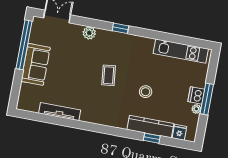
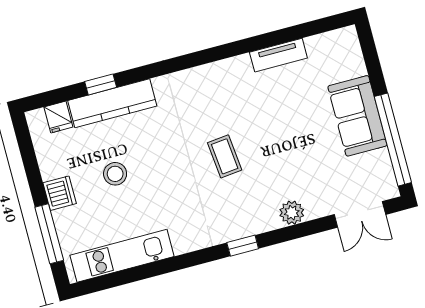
stool: (146, 92) -> (115, 174), moved
window: (207, 99) -> (49, 234), moved
plant: (196, 109) -> (49, 170), removed
tv unit: (60, 112) -> (278, 55), width x0.71

